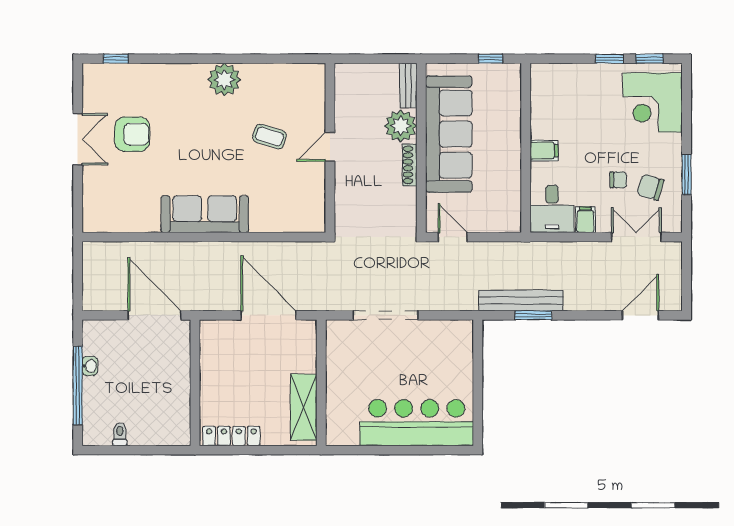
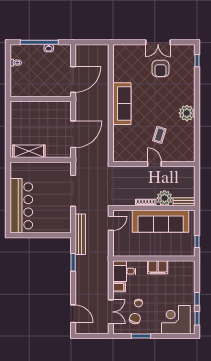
filing cabinet: (544, 151) -> (158, 267), width x2.00
bench: (521, 300) -> (80, 234), moved
locker: (231, 436) -> (15, 116), removed

